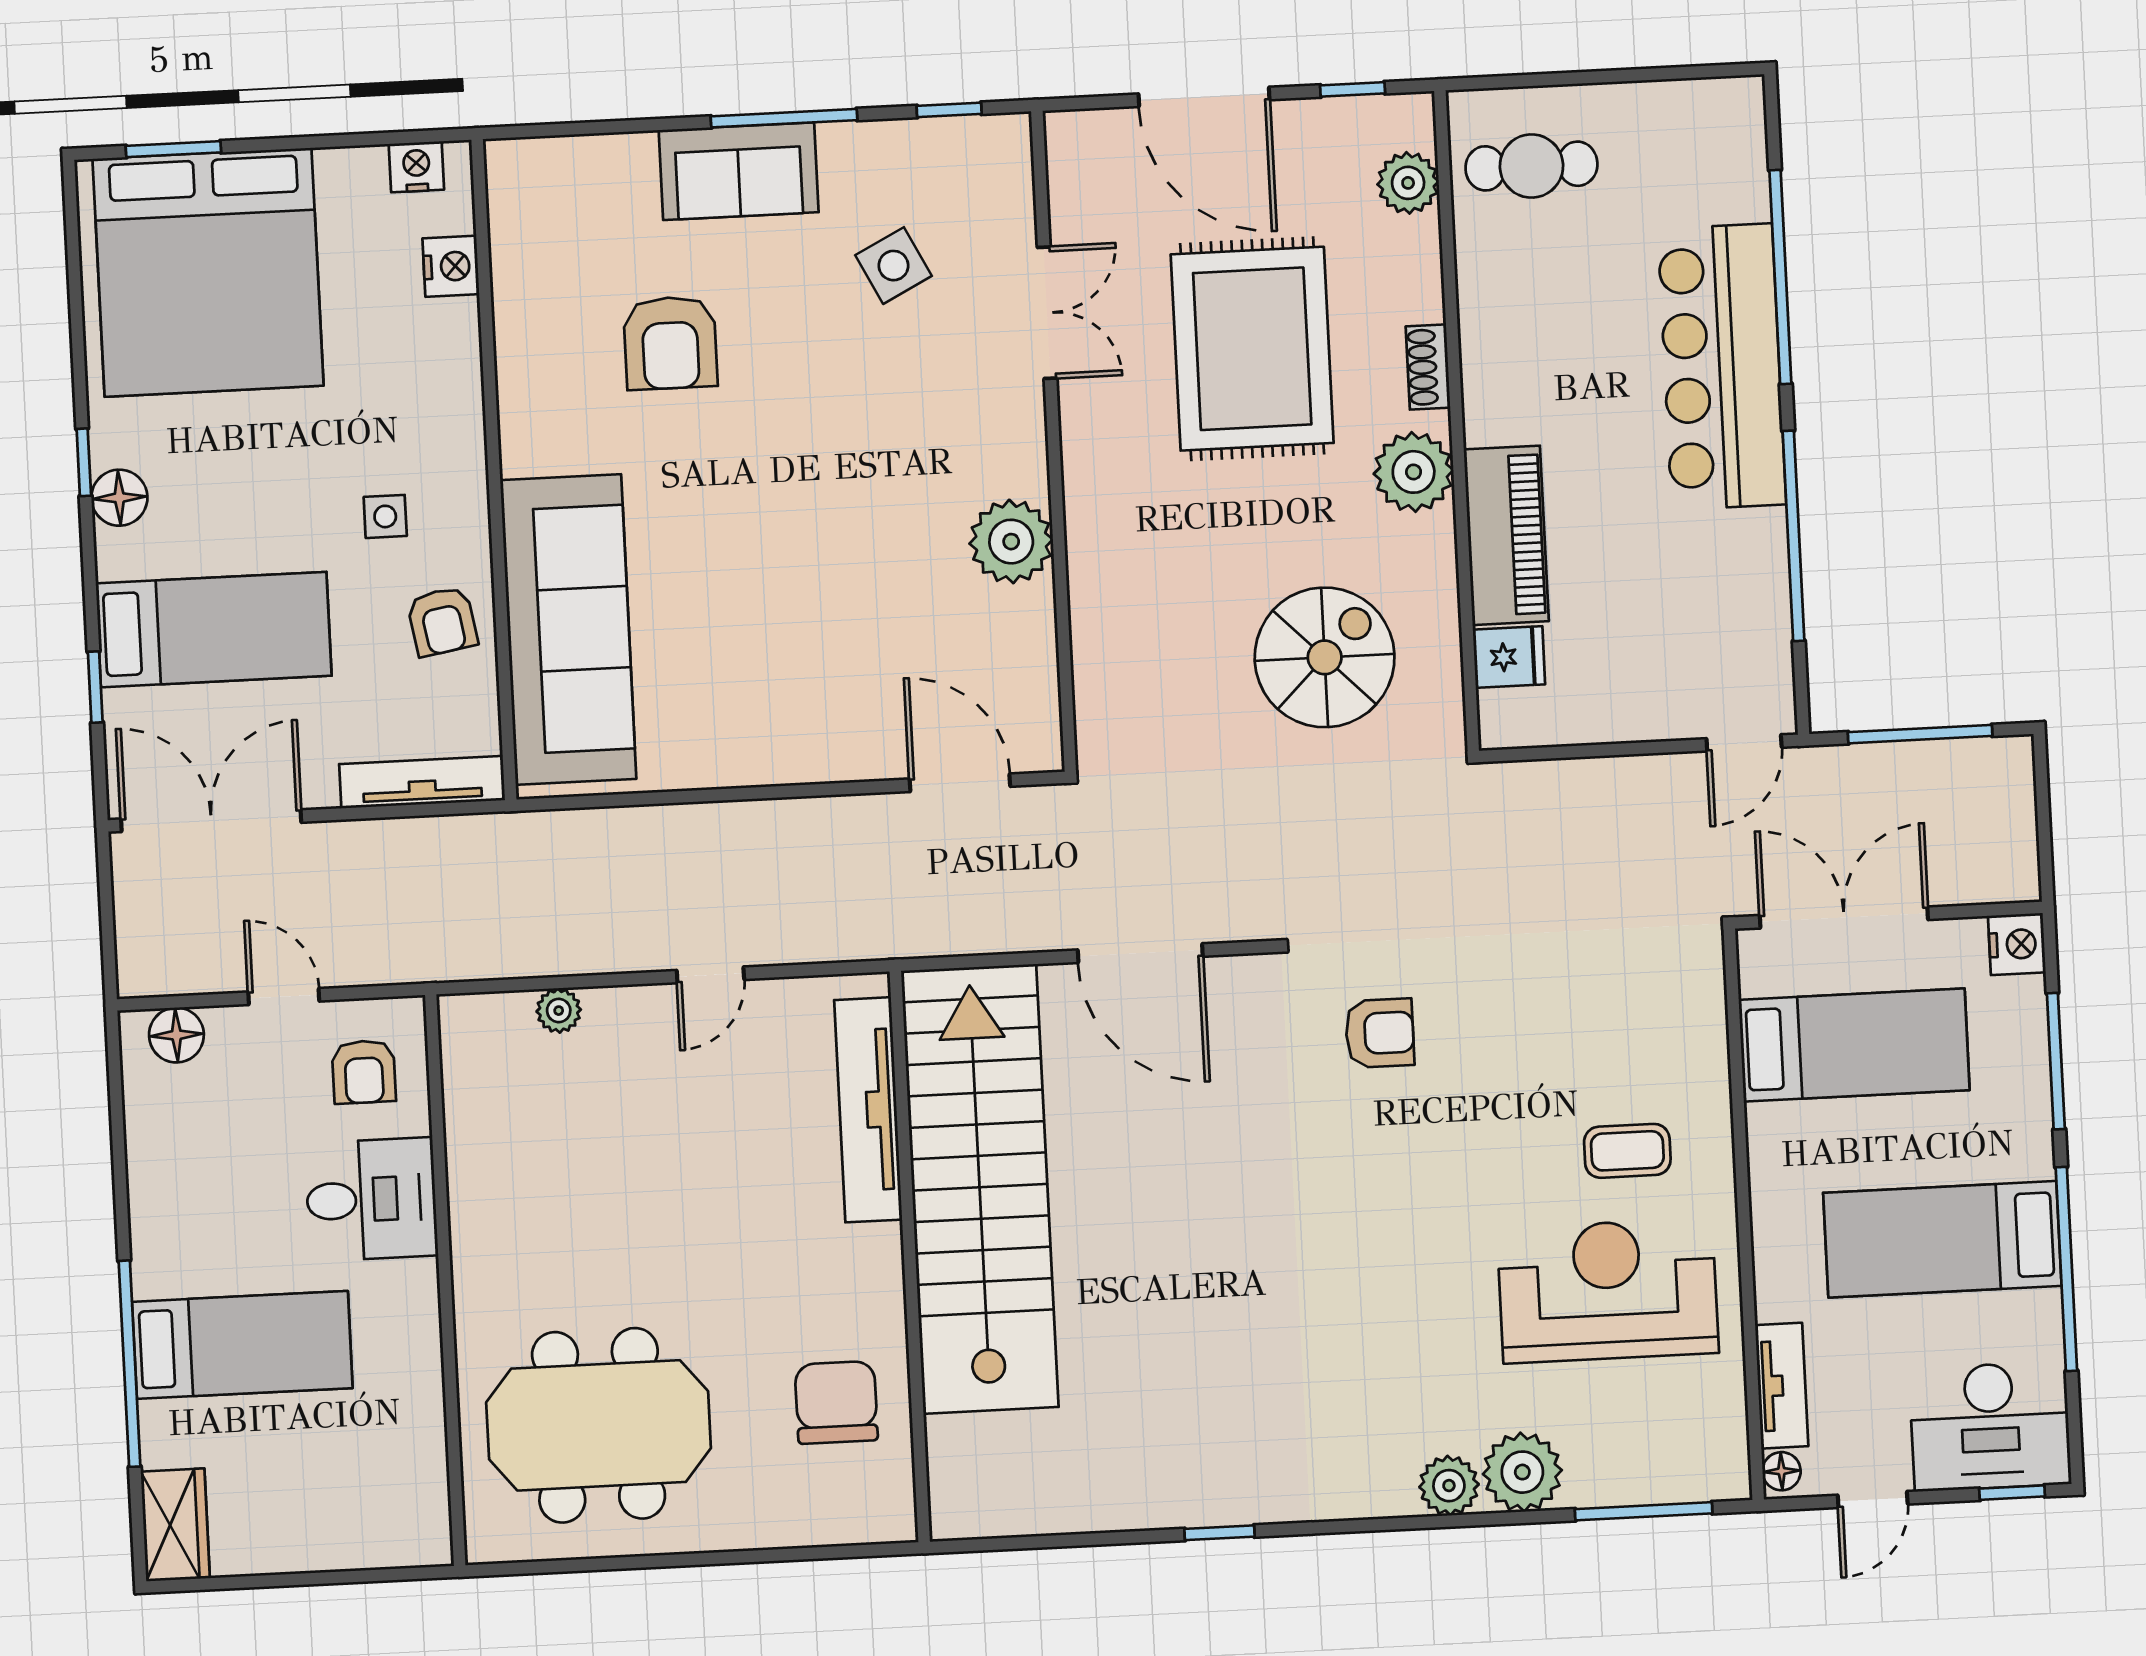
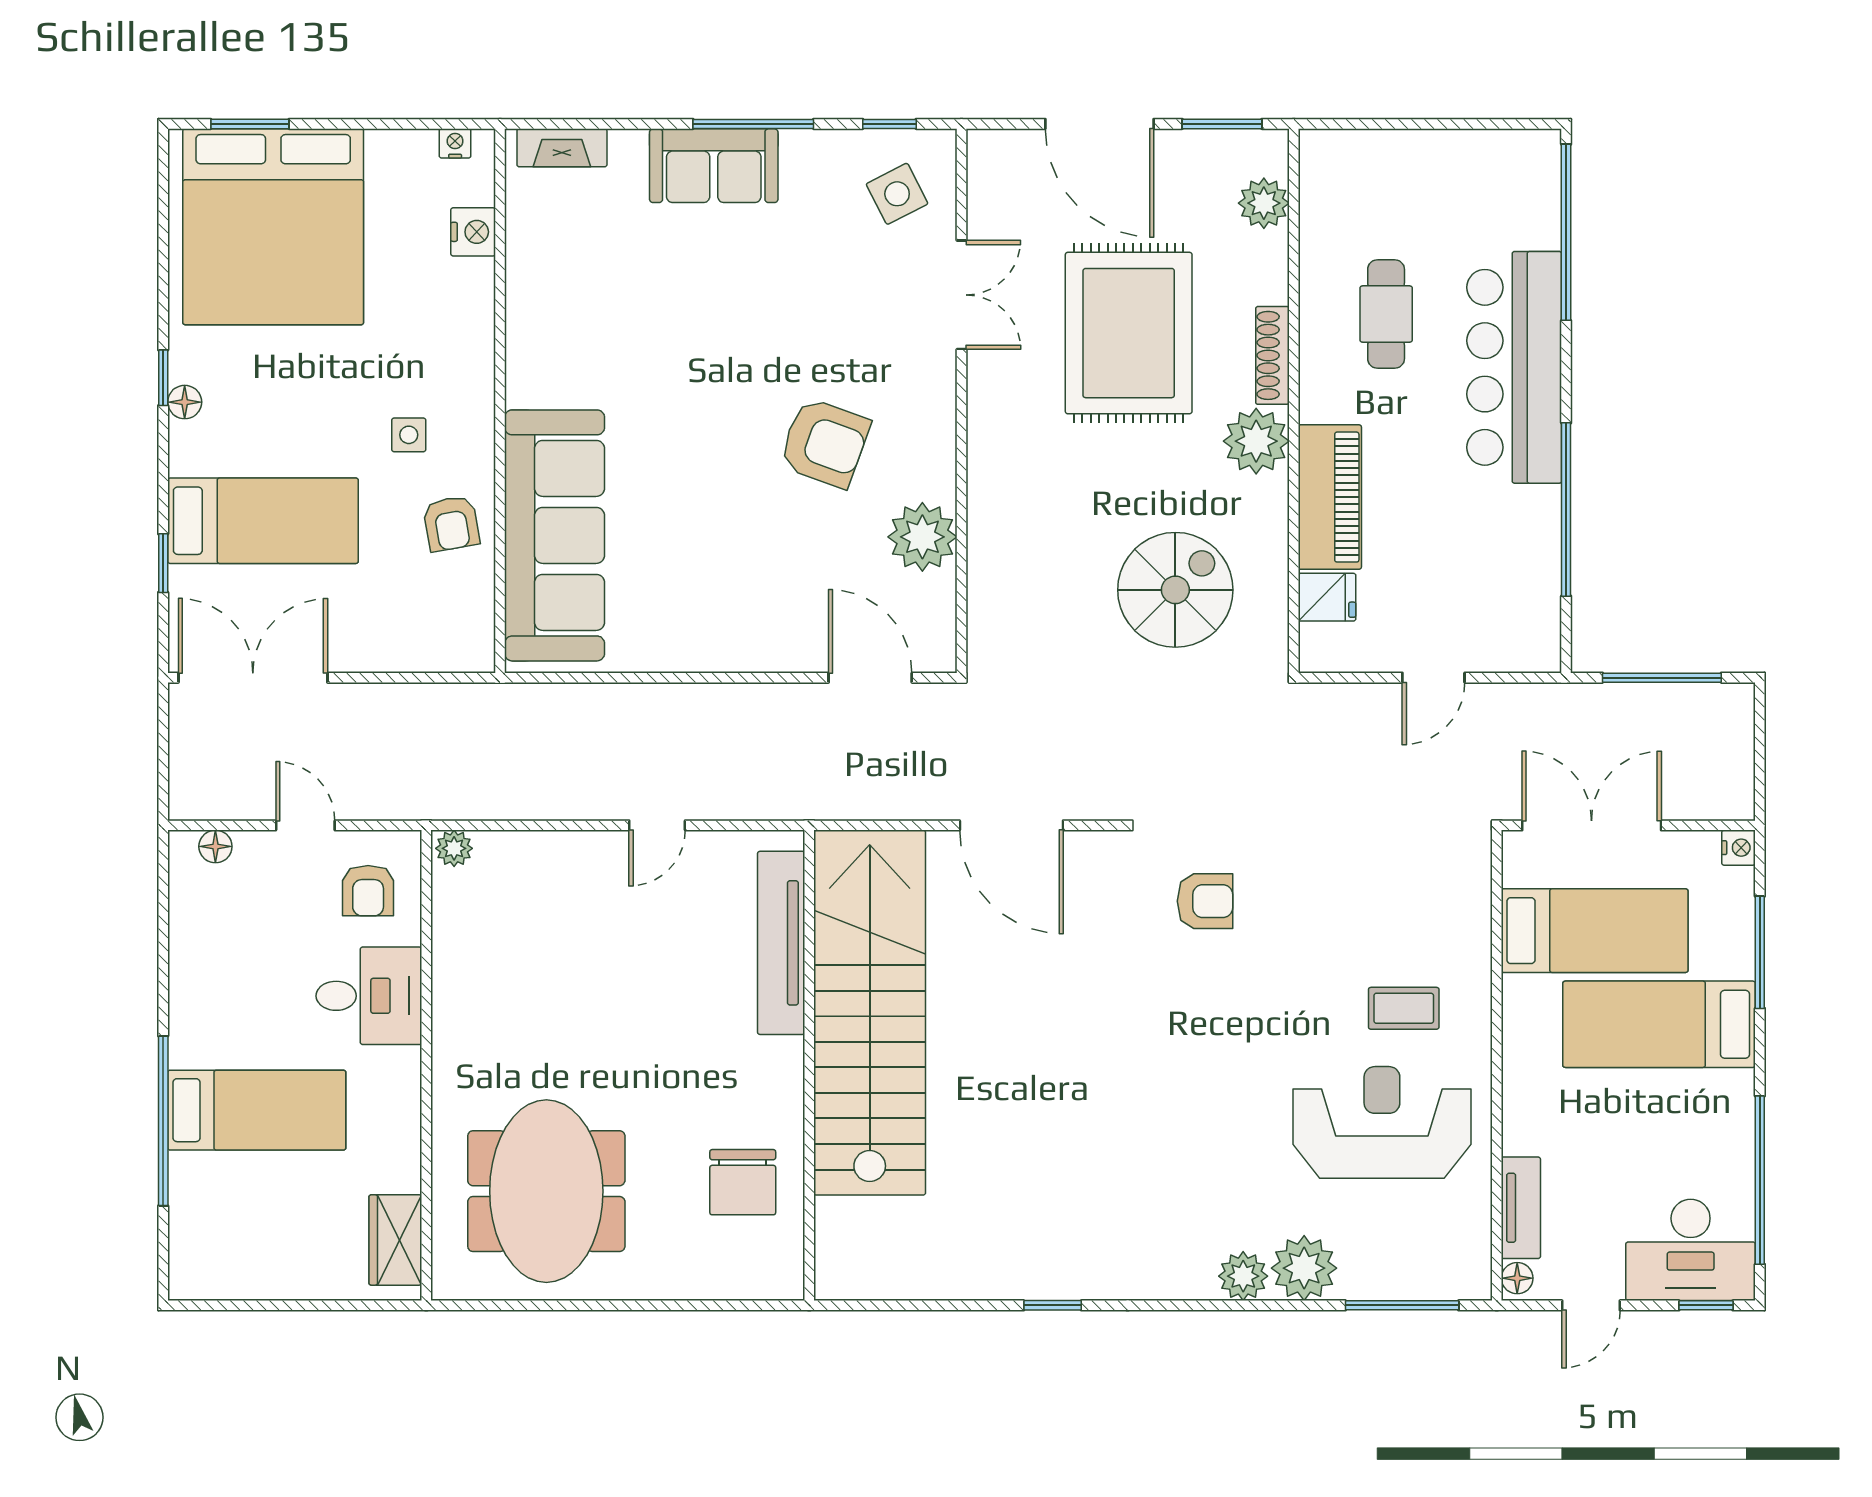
window: (1353, 89) -> (1222, 124), width x1.50
fireplace: (553, 159) -> (562, 148), added
cafe table: (1531, 166) -> (1386, 314), moved, turned 90
nightstand: (416, 167) -> (455, 143), width x0.72, depth x0.74
side table: (894, 266) -> (897, 194), moved
window: (1780, 277) -> (1566, 232), moved
armchair: (670, 343) -> (825, 443), moved, turned -70
shoe rack: (1428, 367) -> (1272, 355), width x1.43
floor lamp: (119, 498) -> (185, 402), width x0.73, depth x0.73
plant: (1011, 542) -> (922, 537), moved
door: (1744, 743) -> (1433, 678), moved
tv unit: (422, 782) -> (428, 655), removed
nightstand: (2017, 944) -> (1739, 848), width x0.72, depth x0.74
plant: (559, 1011) -> (454, 848), moved
floor lamp: (176, 1035) -> (215, 846), width x0.73, depth x0.73
bed: (1942, 1239) -> (1659, 1024), moved
window: (2066, 1269) -> (1760, 1180), moved
chair: (836, 1402) -> (743, 1182), turned 180
meeting table: (599, 1425) -> (546, 1191), turned 90
wardrobe: (175, 1525) -> (395, 1240), moved, turned 180

